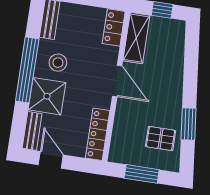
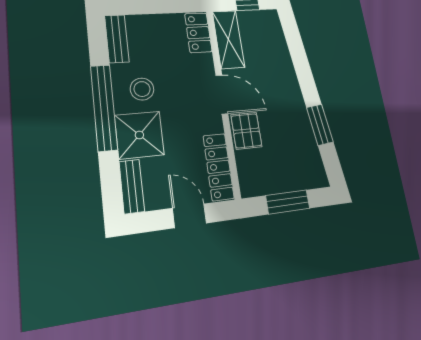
pallet: (161, 139) -> (246, 131), moved, turned 90
door: (51, 160) -> (190, 216), moved

